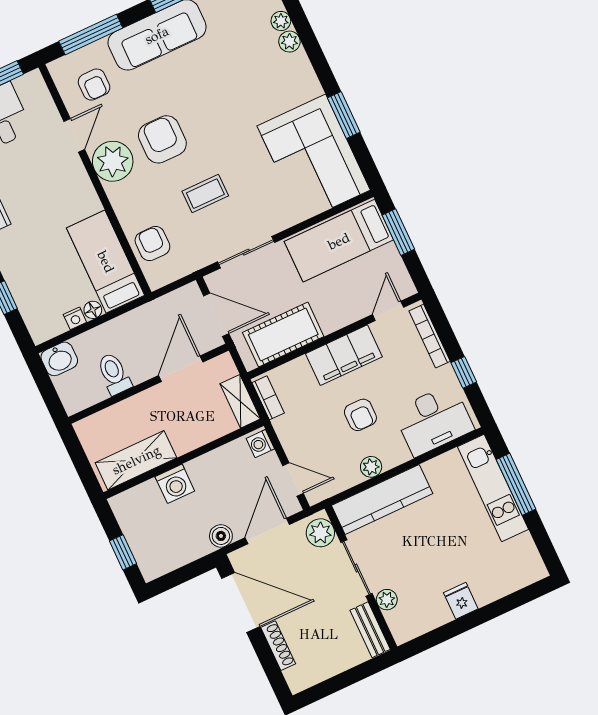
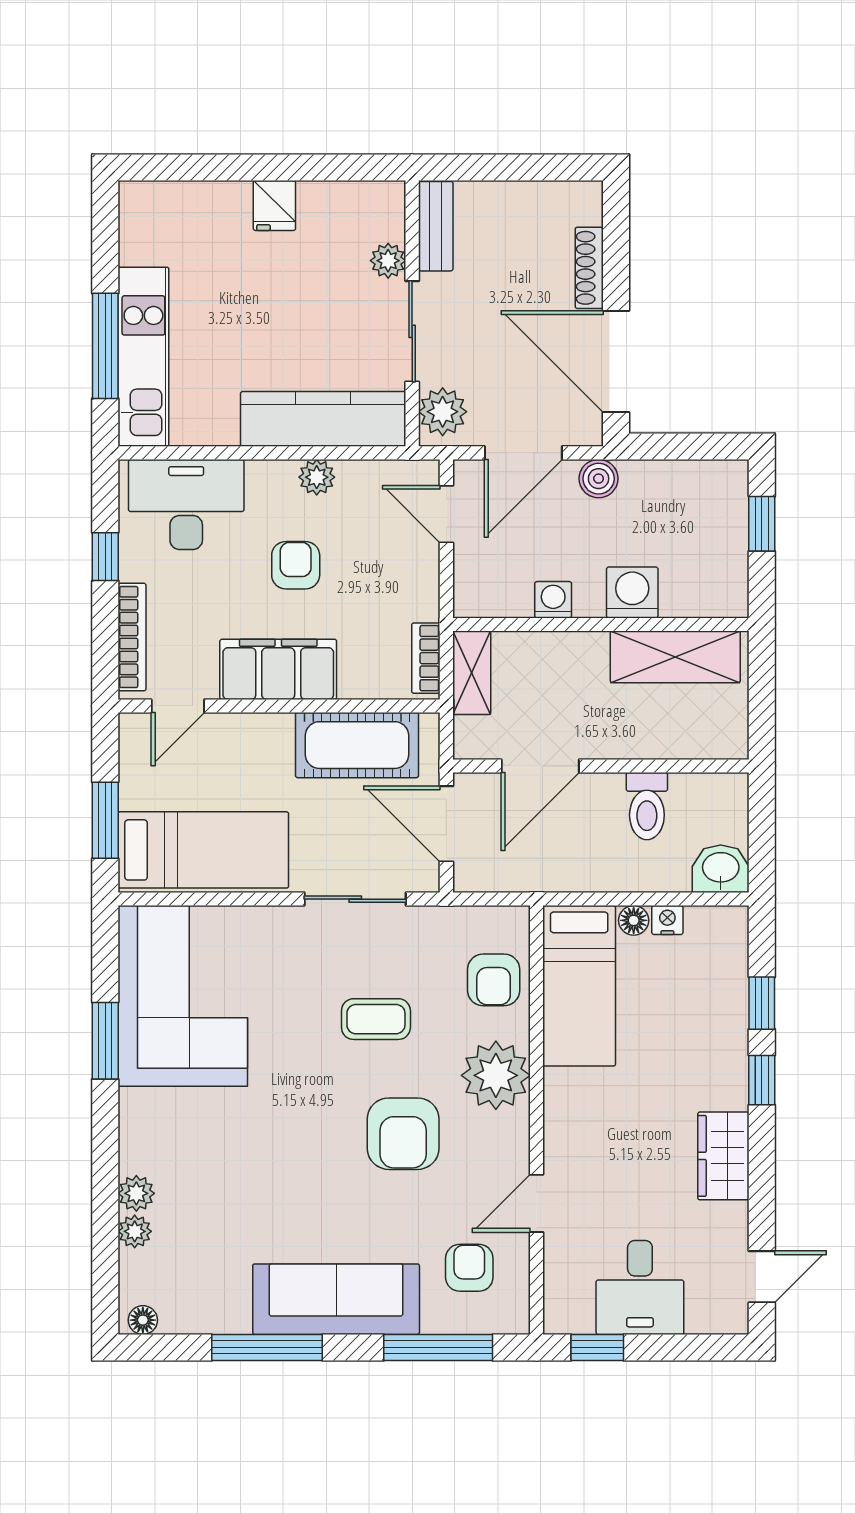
plant: (113, 161) -> (496, 1075), moved
washing machine: (260, 444) -> (553, 600), moved, turned -90

